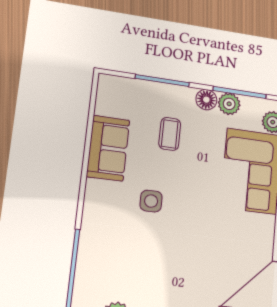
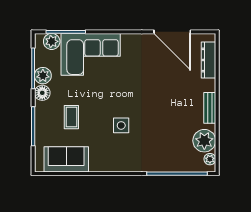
coffee table: (170, 134) -> (71, 117), turned 90
sofa: (108, 148) -> (66, 159), moved

